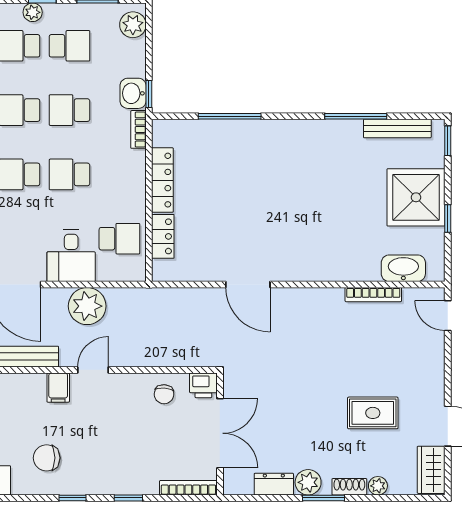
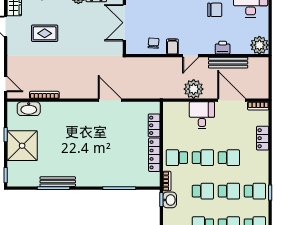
bench: (397, 128) -> (58, 182), moved
school desk: (119, 239) -> (177, 158), moved
printer: (203, 385) -> (223, 48), moved
filing cabinet: (58, 388) -> (172, 47), moved

